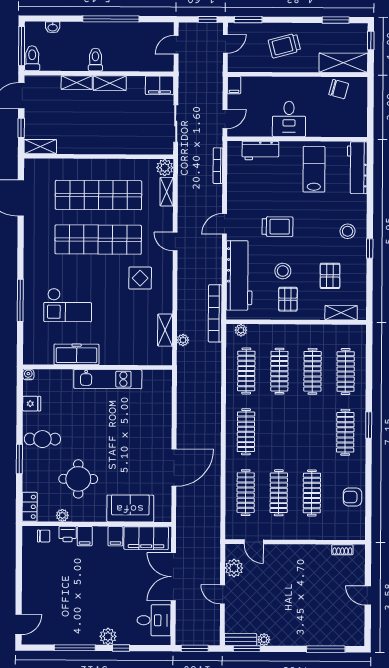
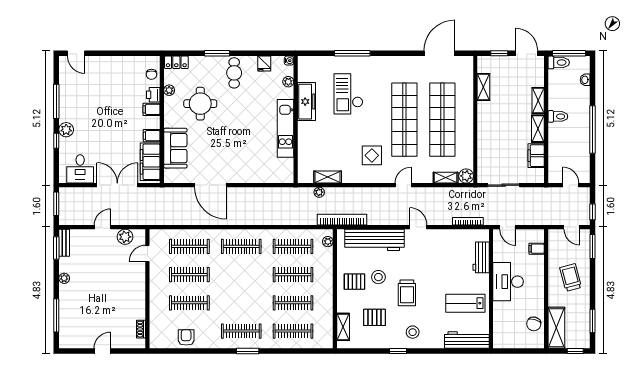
filing cabinet: (160, 85) -> (536, 156), moved
filing cabinet: (234, 85) -> (537, 249), moved
desk: (289, 119) -> (508, 282), width x1.37
shelving: (40, 147) -> (483, 87), moved
lab bench: (314, 169) -> (465, 303), turned 180
trolley: (278, 227) -> (407, 293), moved
plant: (53, 376) -> (288, 82), added
plant: (264, 640) -> (64, 278), moved

